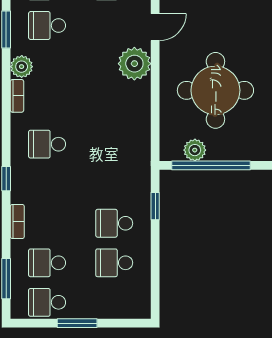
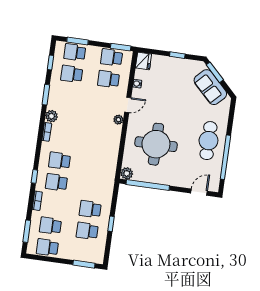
school desk: (47, 25) -> (56, 182), moved
plant: (134, 64) -> (118, 120), width x0.53, depth x0.53
plant: (195, 150) -> (127, 173), moved
window: (155, 206) -> (111, 224), moved
window: (77, 323) -> (84, 264), moved

